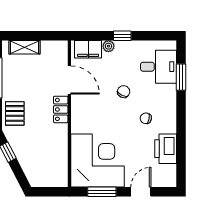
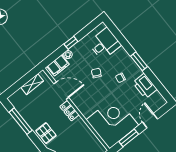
shelving: (24, 47) -> (32, 84), moved
window: (181, 77) -> (139, 61), moved

